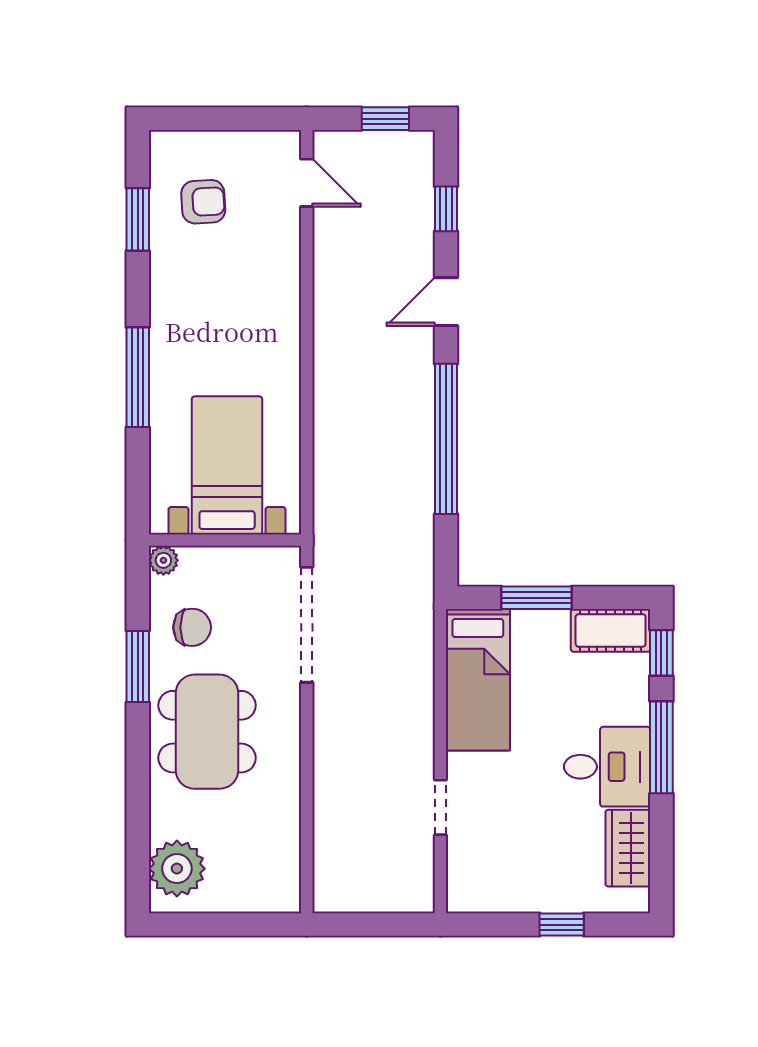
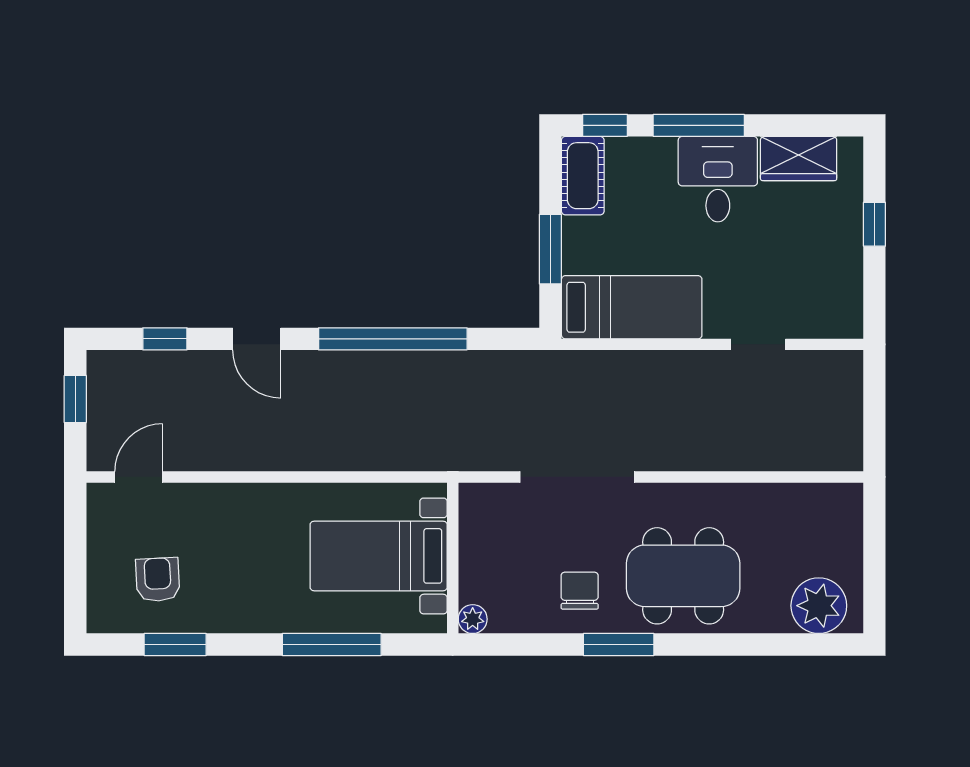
bed with nightstands: (227, 465) -> (379, 556), moved
wall: (225, 540) -> (453, 558), moved
plant: (163, 560) -> (473, 619), moved

